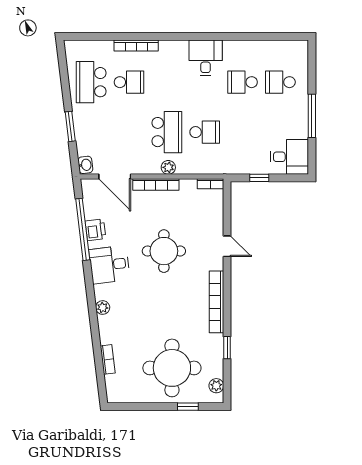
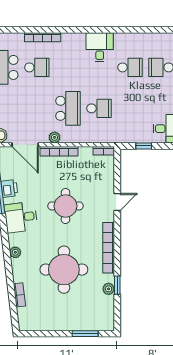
school desk: (243, 82) -> (130, 67), turned 180
plant: (168, 167) -> (55, 137), moved
door: (227, 246) -> (117, 202), hinge flipped
round table: (172, 368) -> (64, 270), moved
plant: (216, 386) -> (109, 289), moved
window: (188, 407) -> (85, 334), width x1.50

